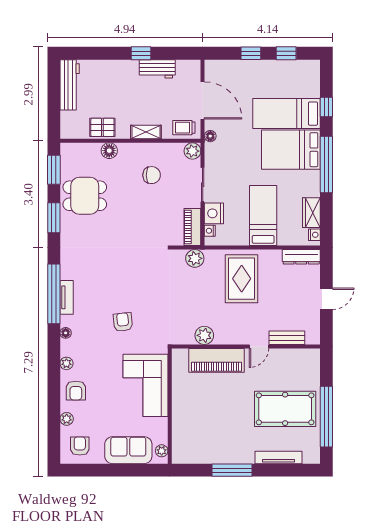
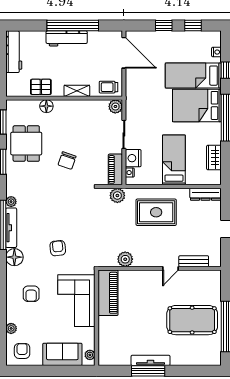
window: (141, 53) -> (73, 26), width x3.17
workbench: (157, 69) -> (67, 38), moved, width x1.38
door: (203, 100) -> (124, 53), moved
floor lamp: (210, 136) -> (130, 94), removed
chair: (152, 175) -> (67, 161), moved, turned 109
dining table: (85, 196) -> (26, 144), turned 90
nightstand: (314, 235) -> (216, 52), moved
rug: (242, 279) -> (156, 212), turned 90
tv unit: (67, 297) -> (11, 228), width x1.41
floor lamp: (66, 333) -> (14, 257), width x1.89, depth x1.89
piano: (216, 360) -> (108, 293), moved, turned -90
plant: (66, 363) -> (11, 202), moved
armchair: (76, 391) -> (31, 294), moved
tv unit: (278, 458) -> (151, 360), moved

